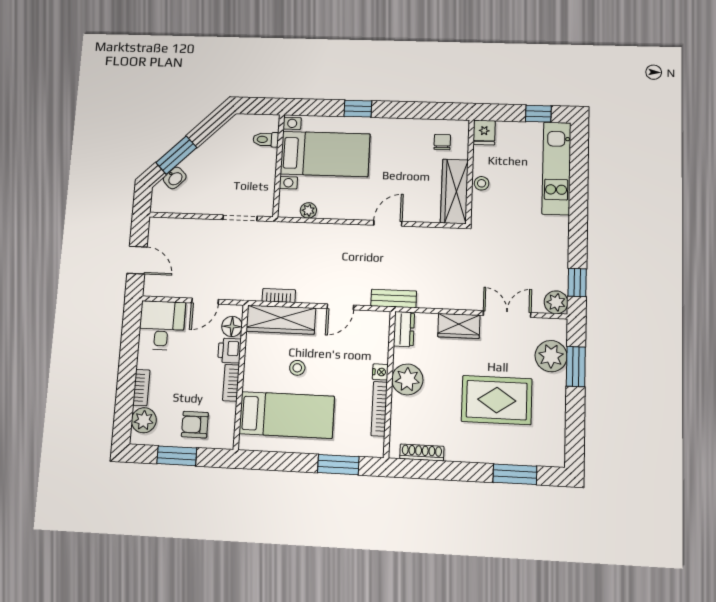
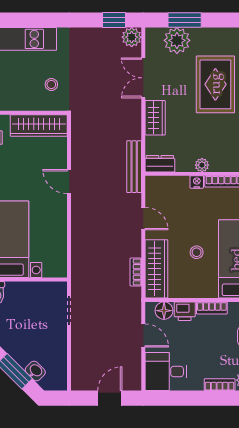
stool: (482, 183) -> (51, 84), moved
plant: (308, 210) -> (60, 251), removed
bench: (394, 298) -> (134, 167), width x1.36
plant: (407, 379) -> (202, 165), width x0.53, depth x0.53

